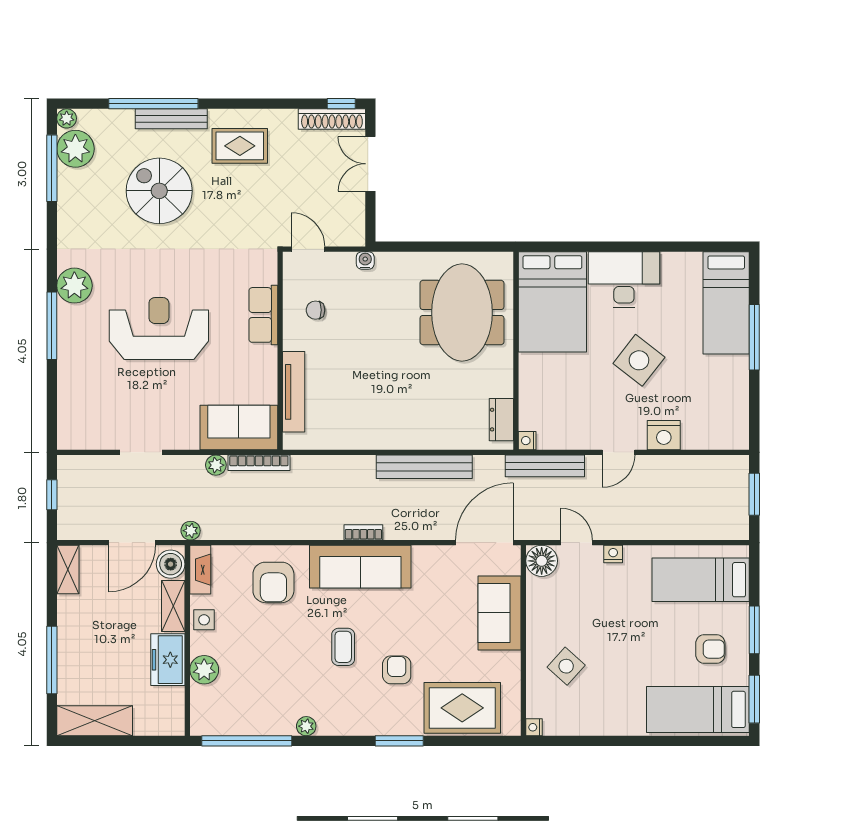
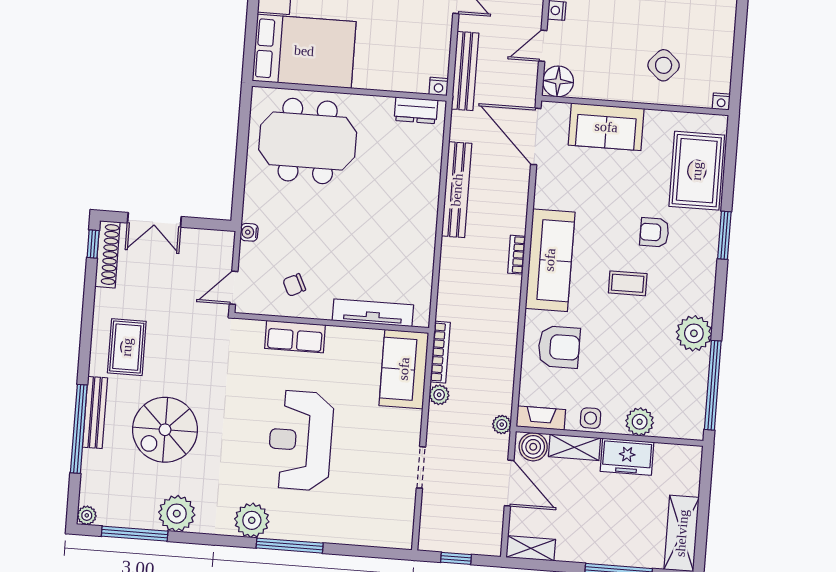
plant: (75, 149) -> (177, 514), moved
chair: (316, 310) -> (294, 285), turned 64
plant: (306, 726) -> (694, 333), width x1.88, depth x1.88

